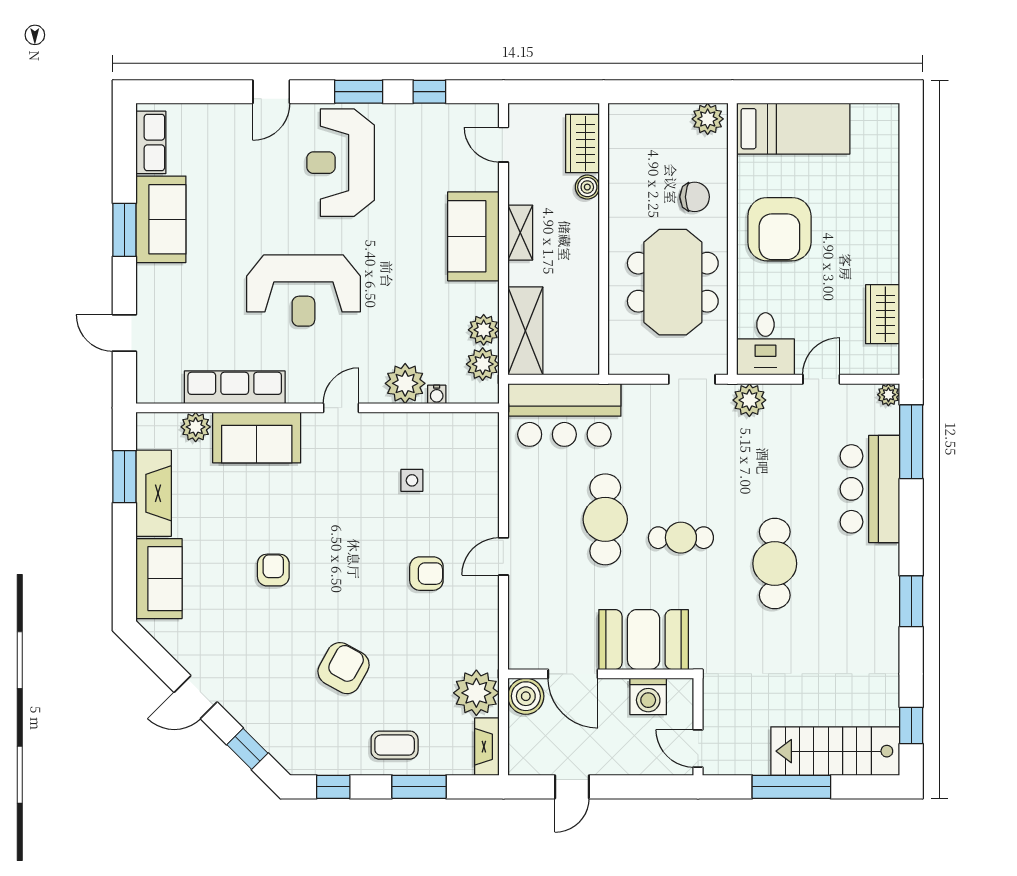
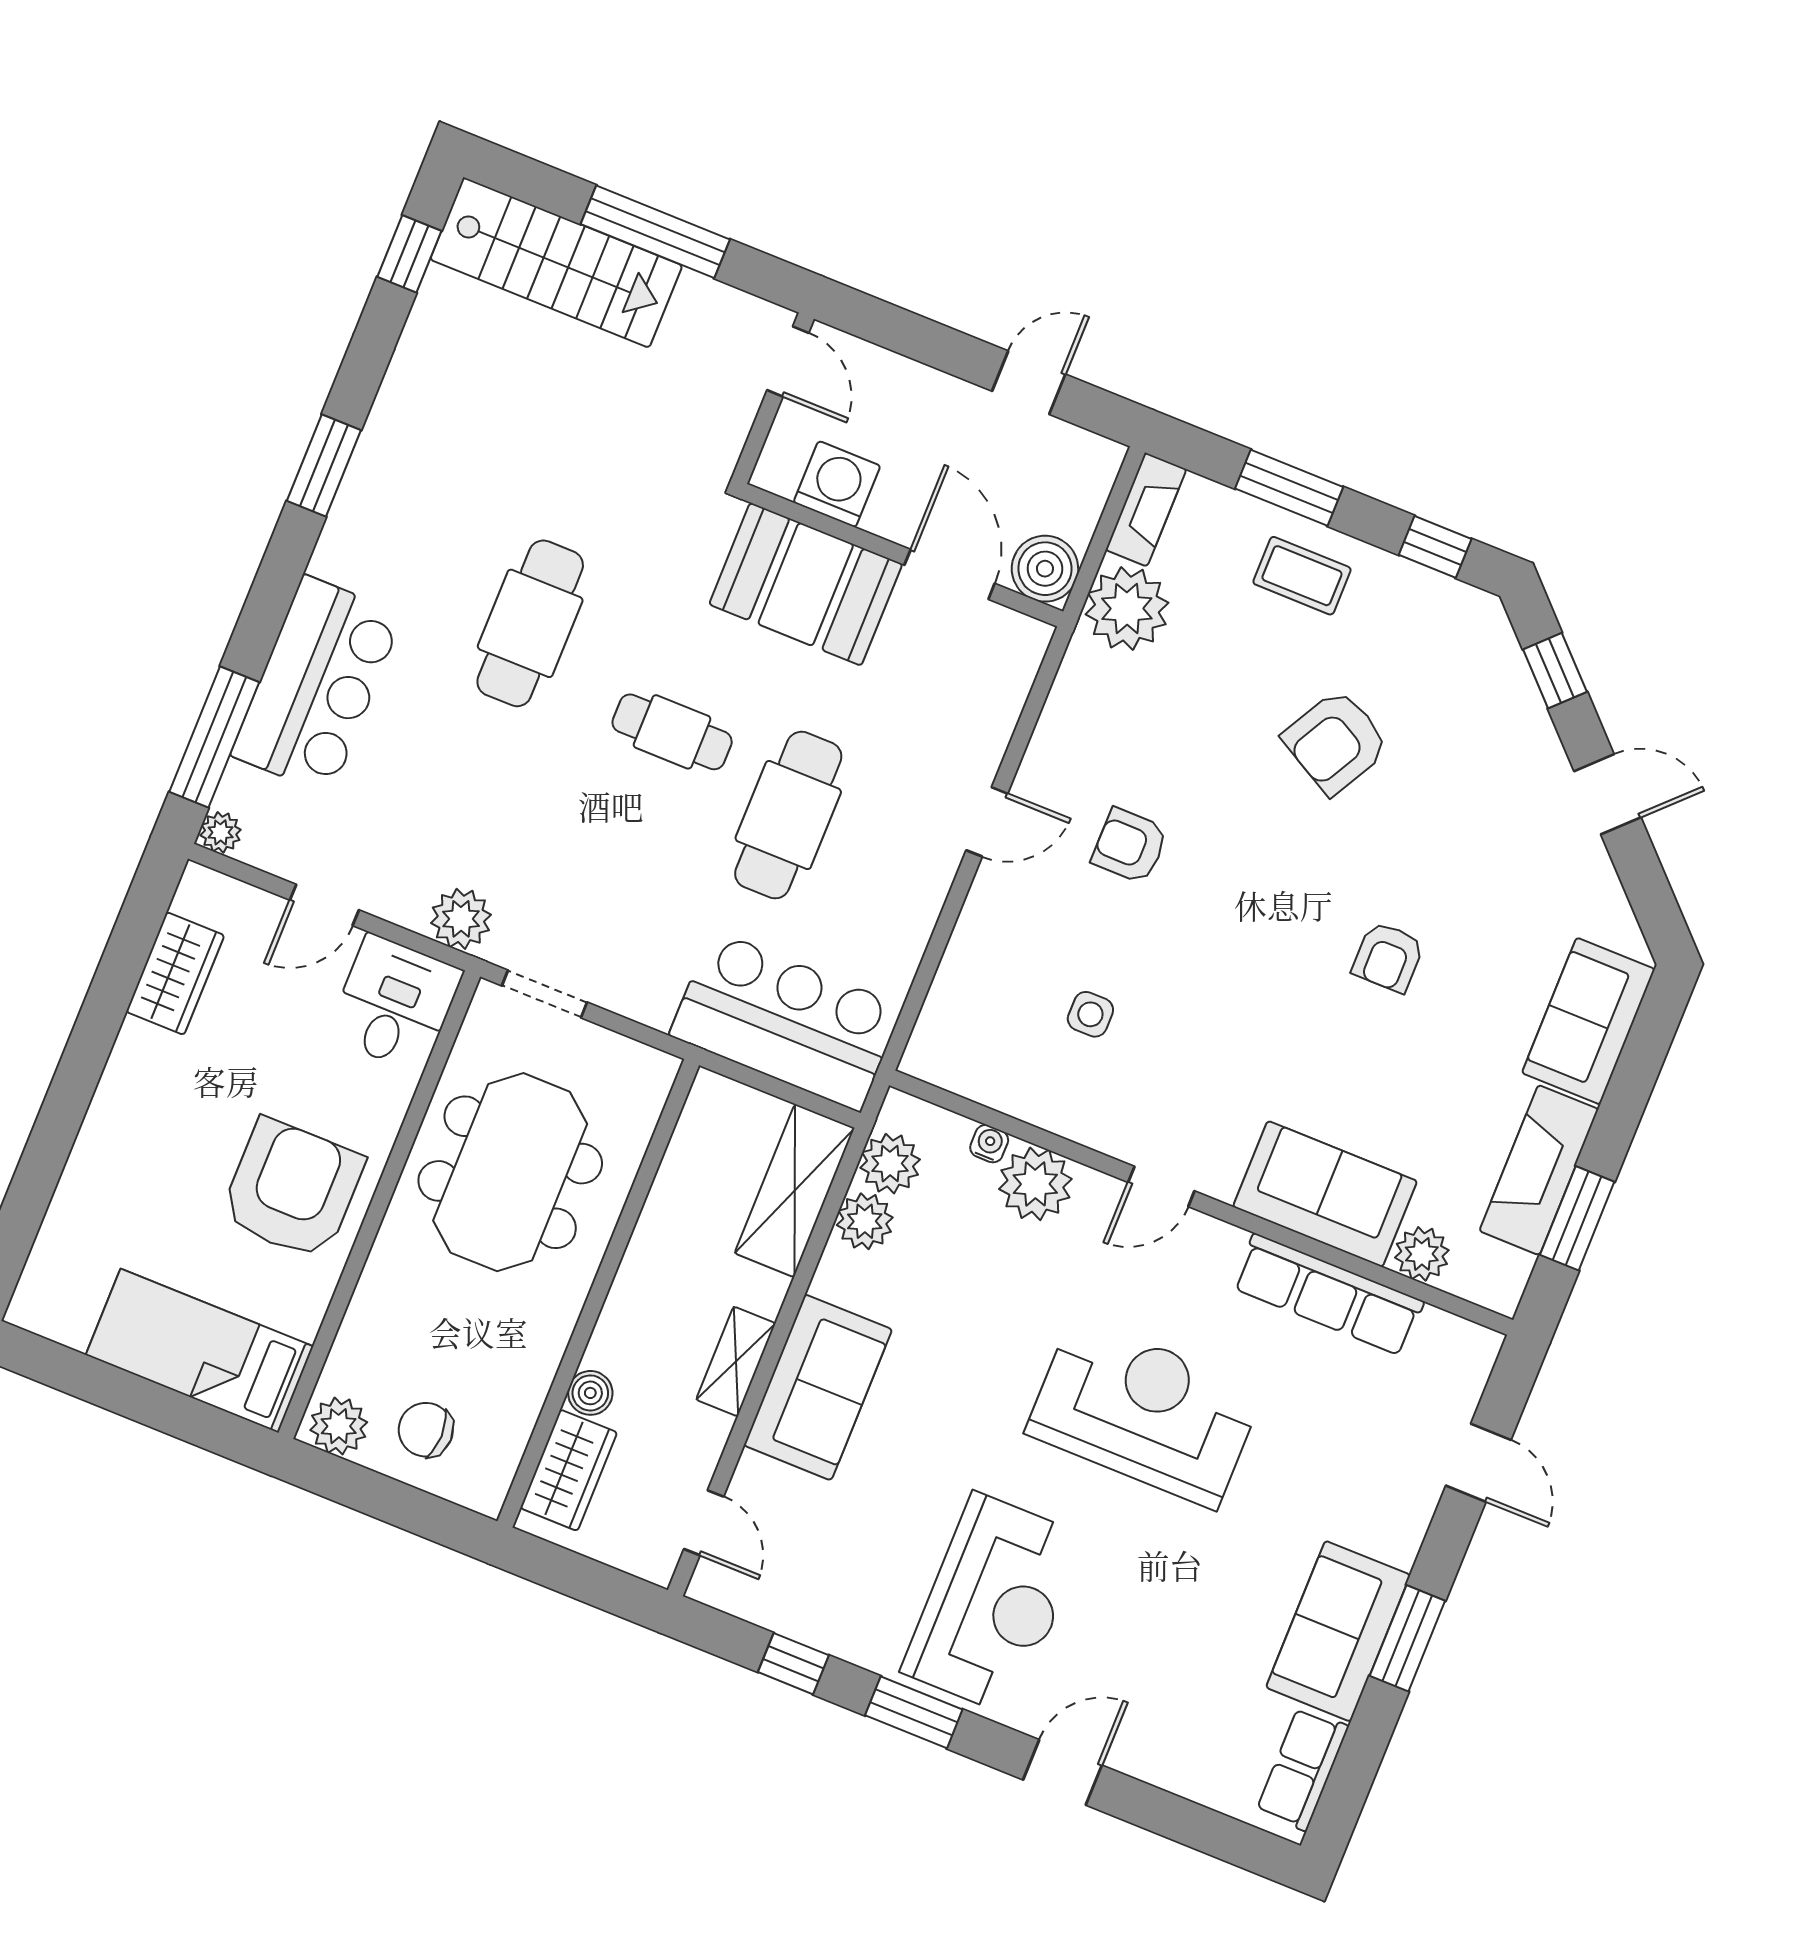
chair: (695, 197) -> (426, 1430), moved

